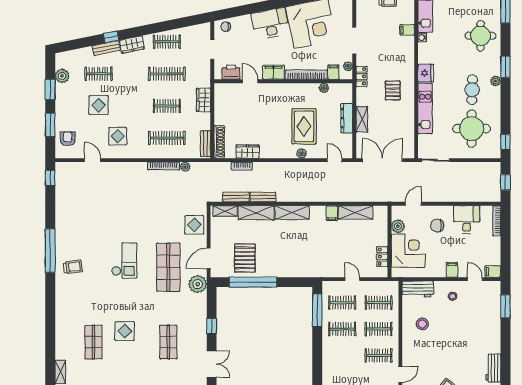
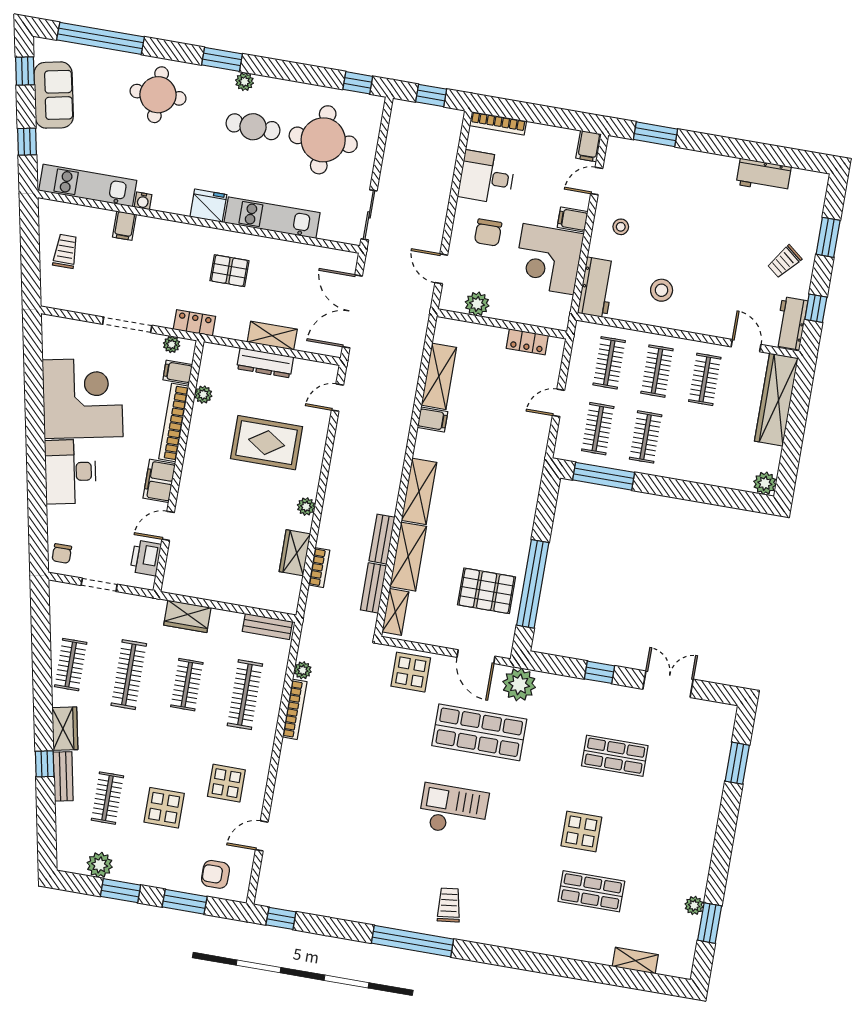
shoe rack: (219, 142) -> (268, 601), removed
plant: (302, 153) -> (306, 507), moved
corner desk: (408, 251) -> (548, 259), moved, turned -90

